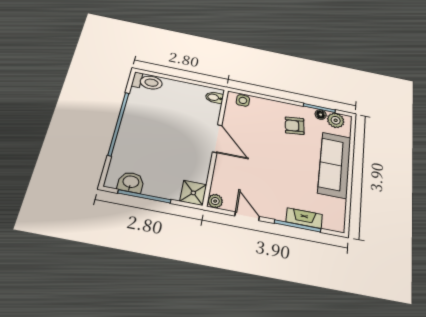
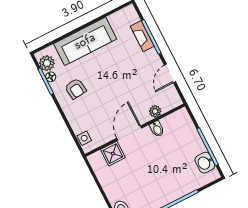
bidet: (214, 97) -> (157, 129), moved
shower: (193, 193) -> (113, 154), moved
plant: (215, 201) -> (155, 111), moved

